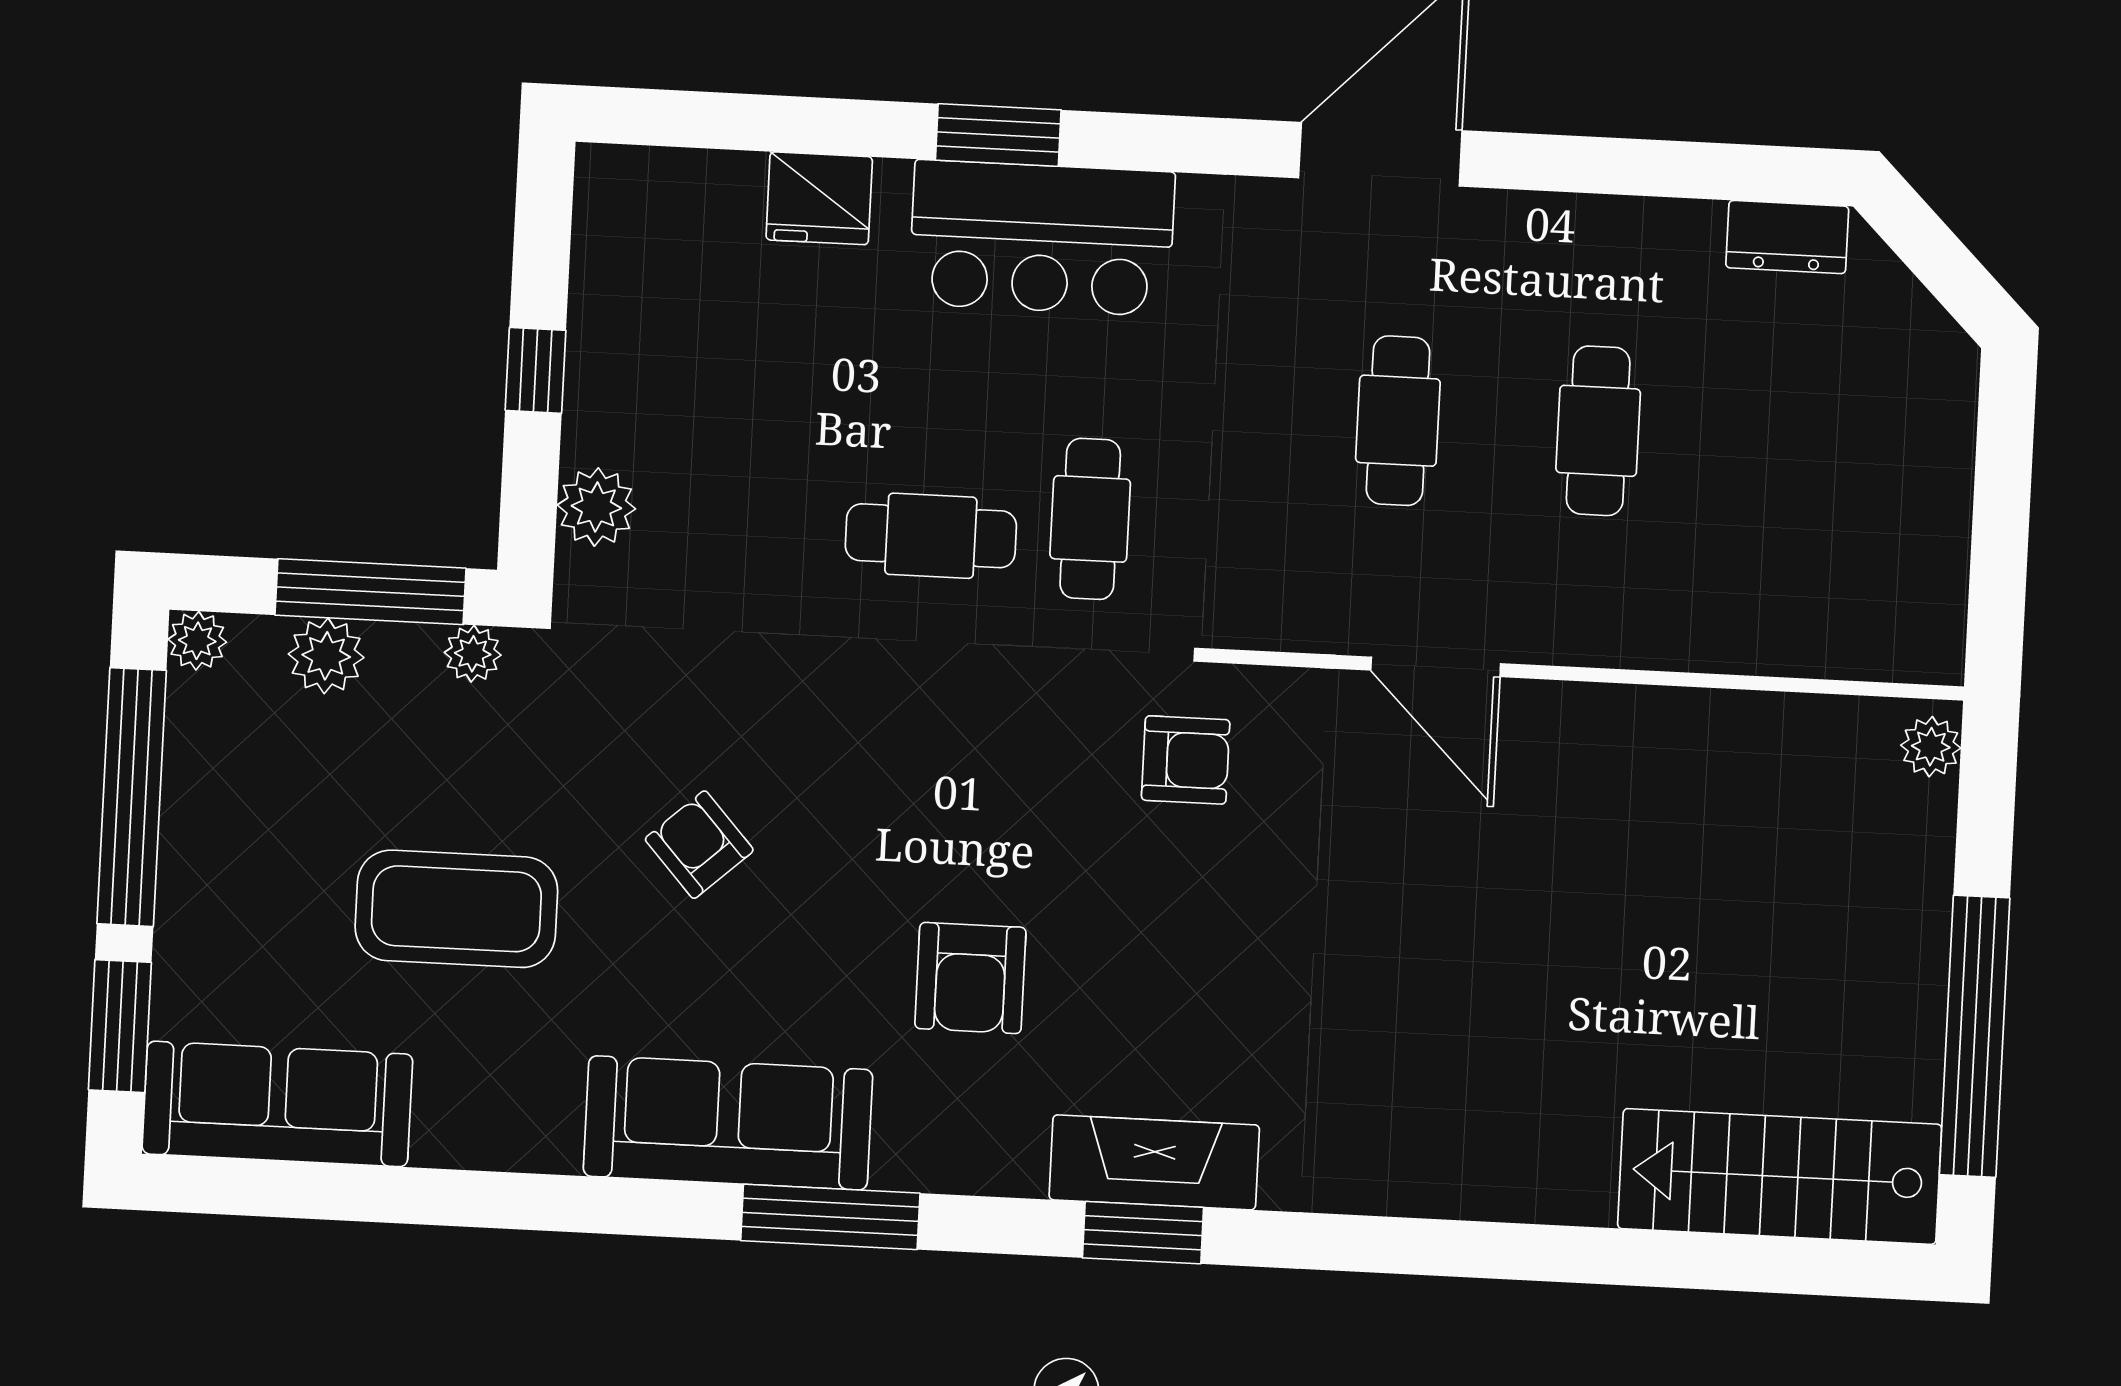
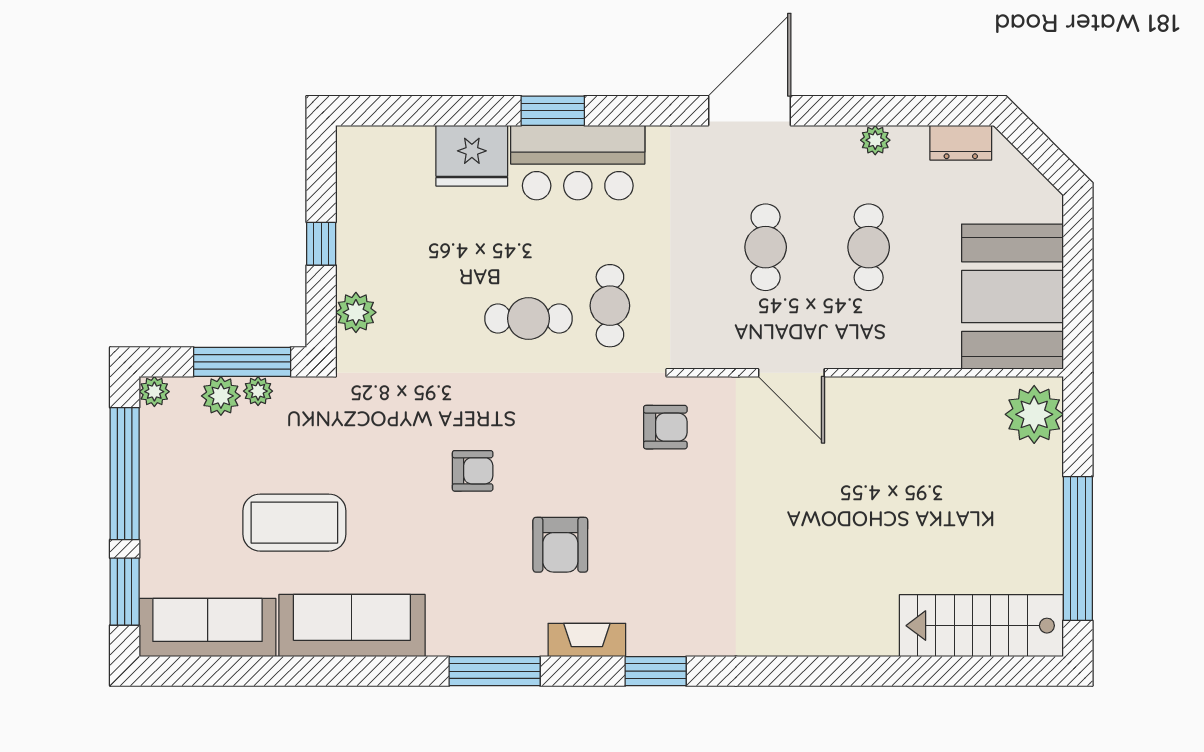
fridge: (819, 198) -> (472, 156), width x1.36, depth x1.34
plant: (1621, 224) -> (875, 140), added
booth: (1872, 541) -> (1012, 297), added
plant: (473, 654) -> (258, 391), moved
plant: (1931, 747) -> (1034, 414), width x1.88, depth x1.88
armchair: (699, 845) -> (473, 471), moved, turned 132
sofa: (728, 1123) -> (352, 625), moved
fireplace: (1154, 1162) -> (587, 640), moved, width x0.73, depth x0.76

